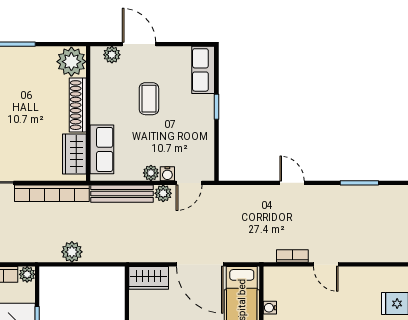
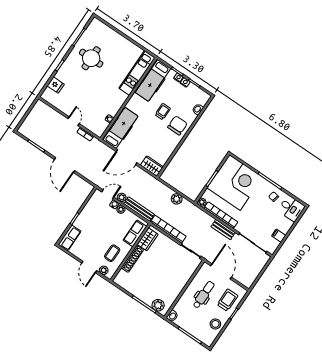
plant: (71, 62) -> (123, 279), removed
coffee table: (149, 99) -> (112, 253), moved
door: (292, 183) -> (65, 165), width x1.87
door: (200, 264) -> (127, 157), swing flipped

